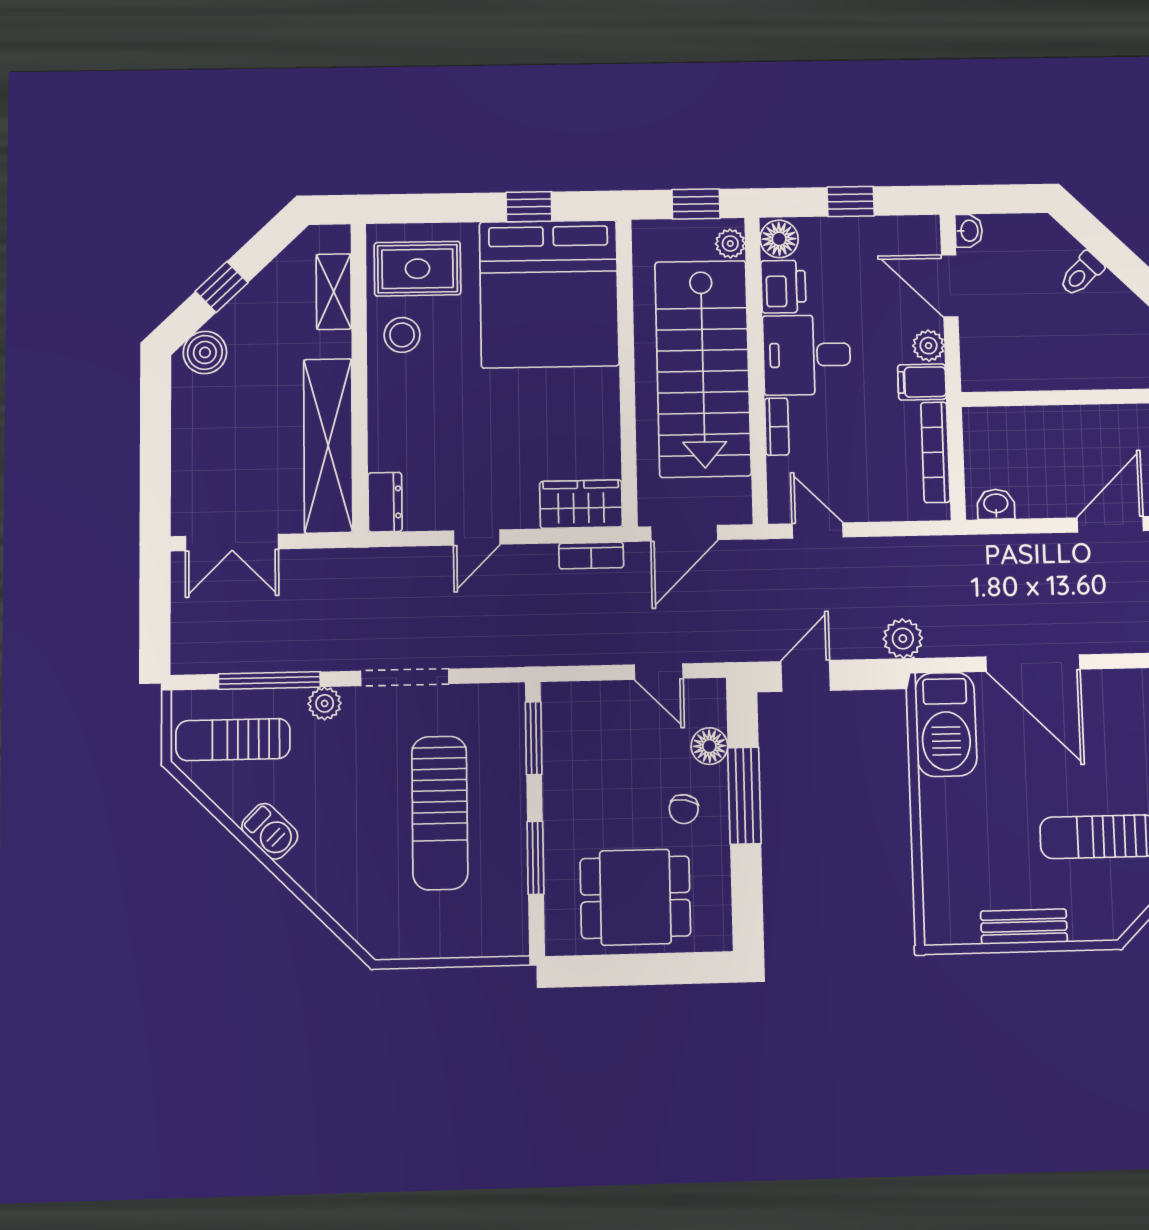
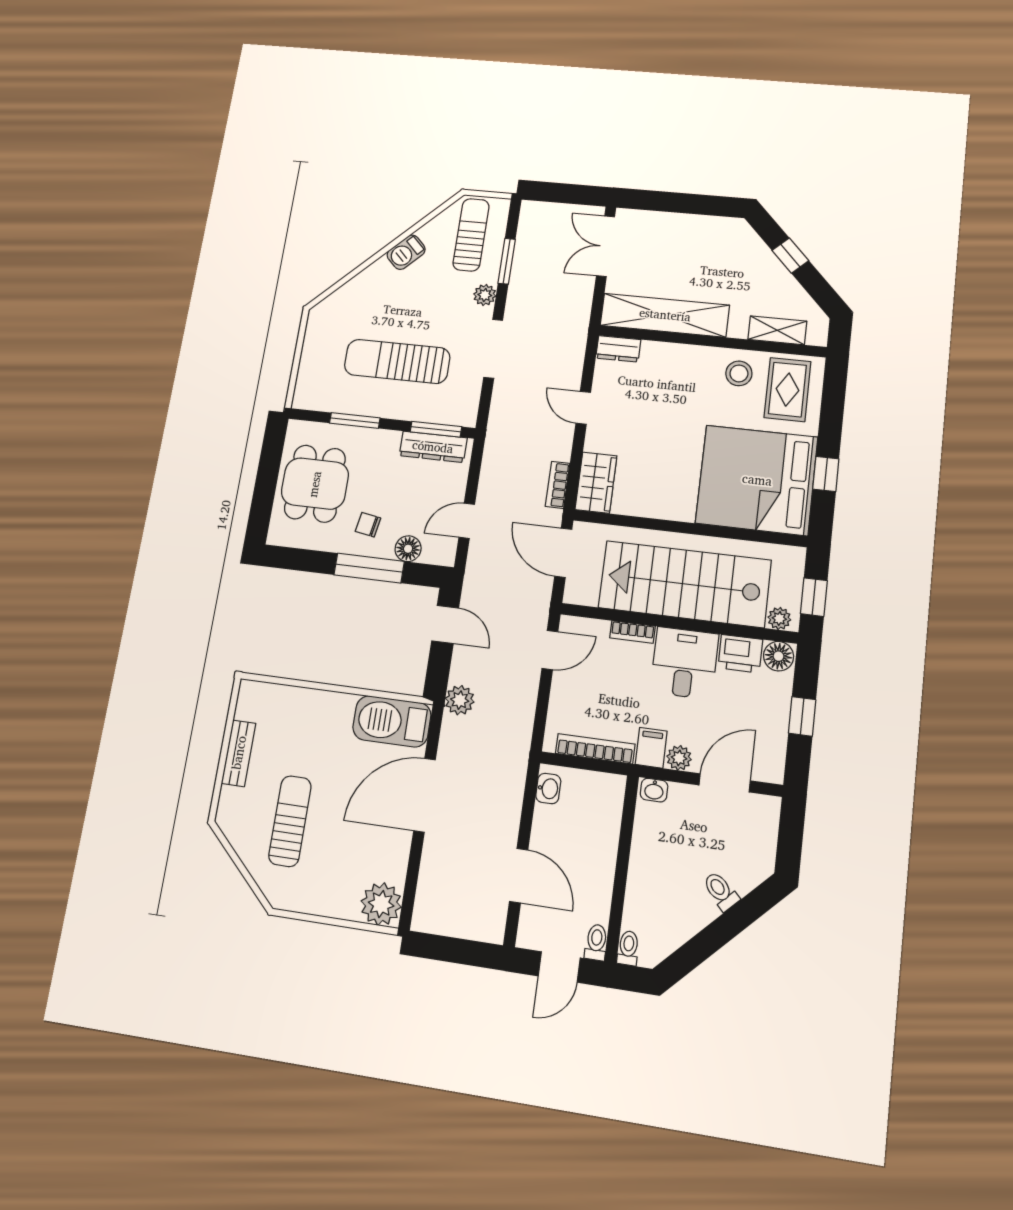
washbasin: (969, 231) -> (654, 790), moved
boiler: (205, 352) -> (744, 240), removed
window: (269, 680) -> (507, 261), width x0.69
dresser: (560, 738) -> (433, 447), added

